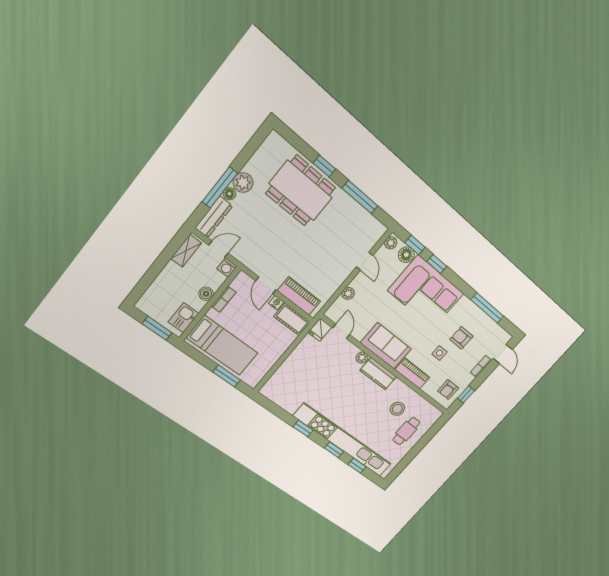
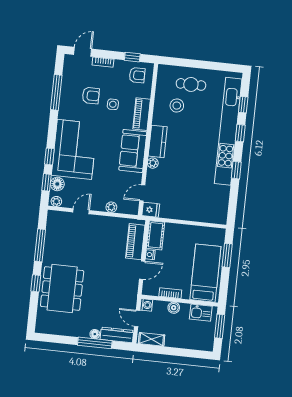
plant: (243, 183) -> (82, 330), removed
armchair: (461, 338) -> (91, 96), turned -90

